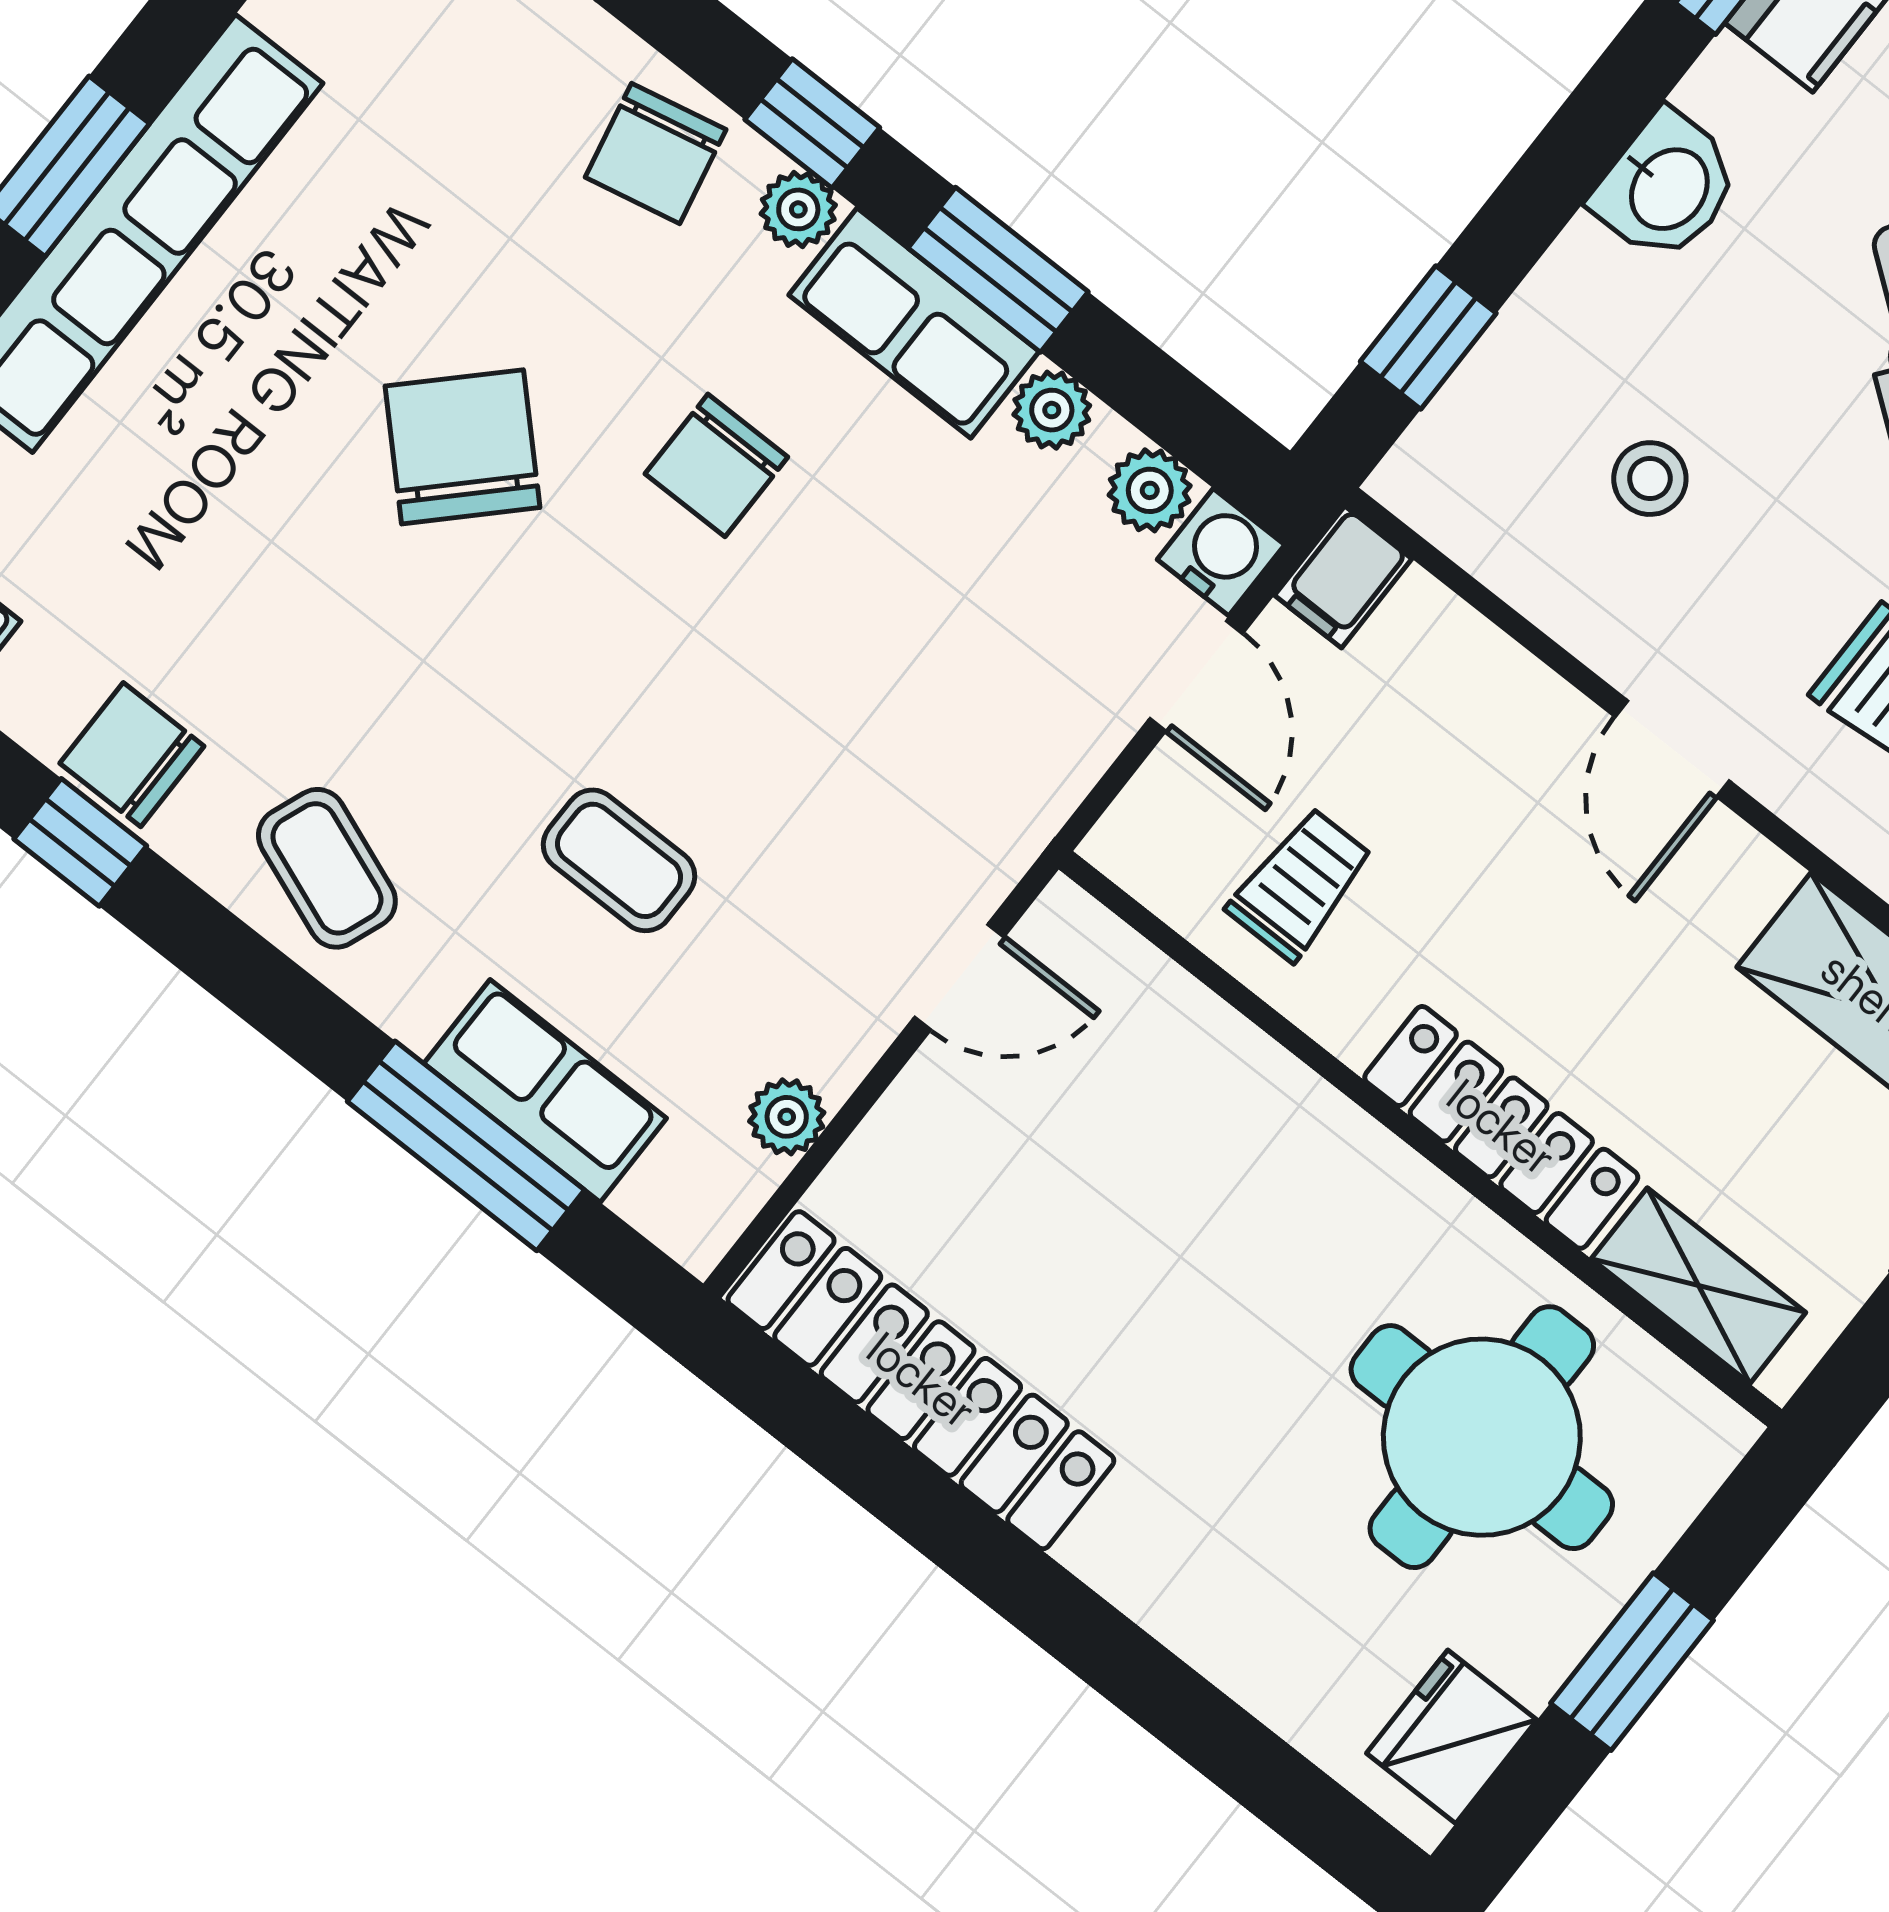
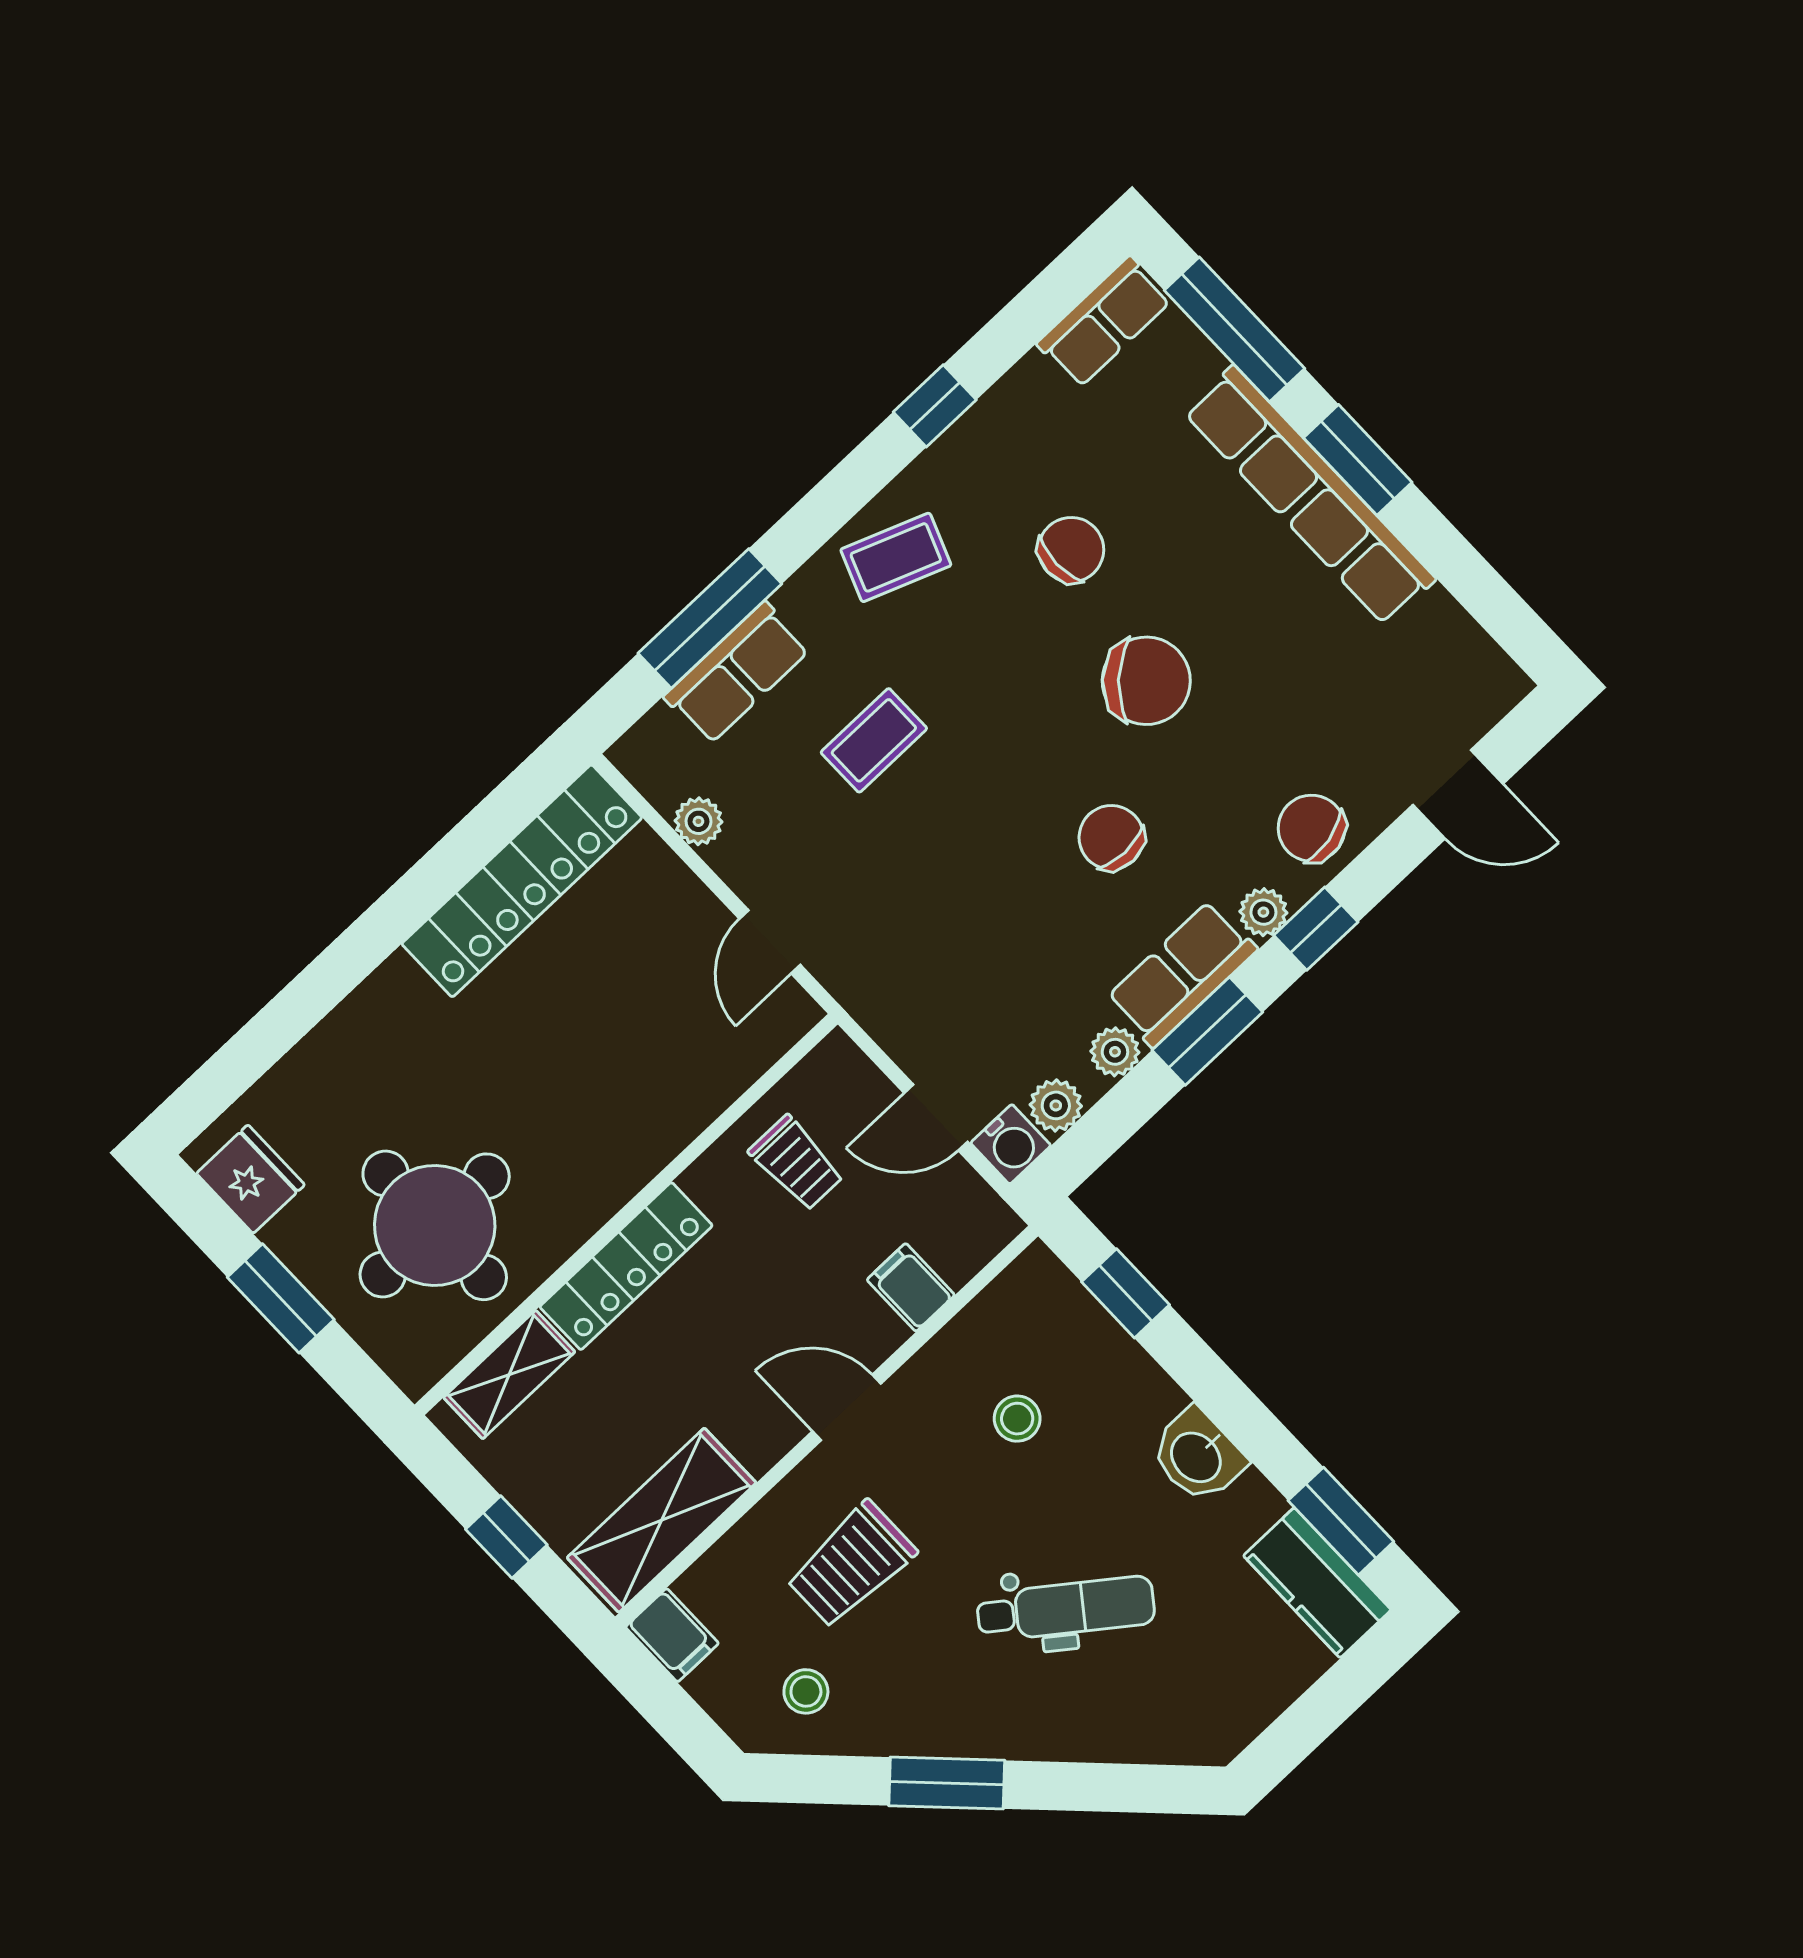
filing cabinet: (1343, 577) -> (911, 1287), moved
chair: (132, 755) -> (1071, 550), moved

